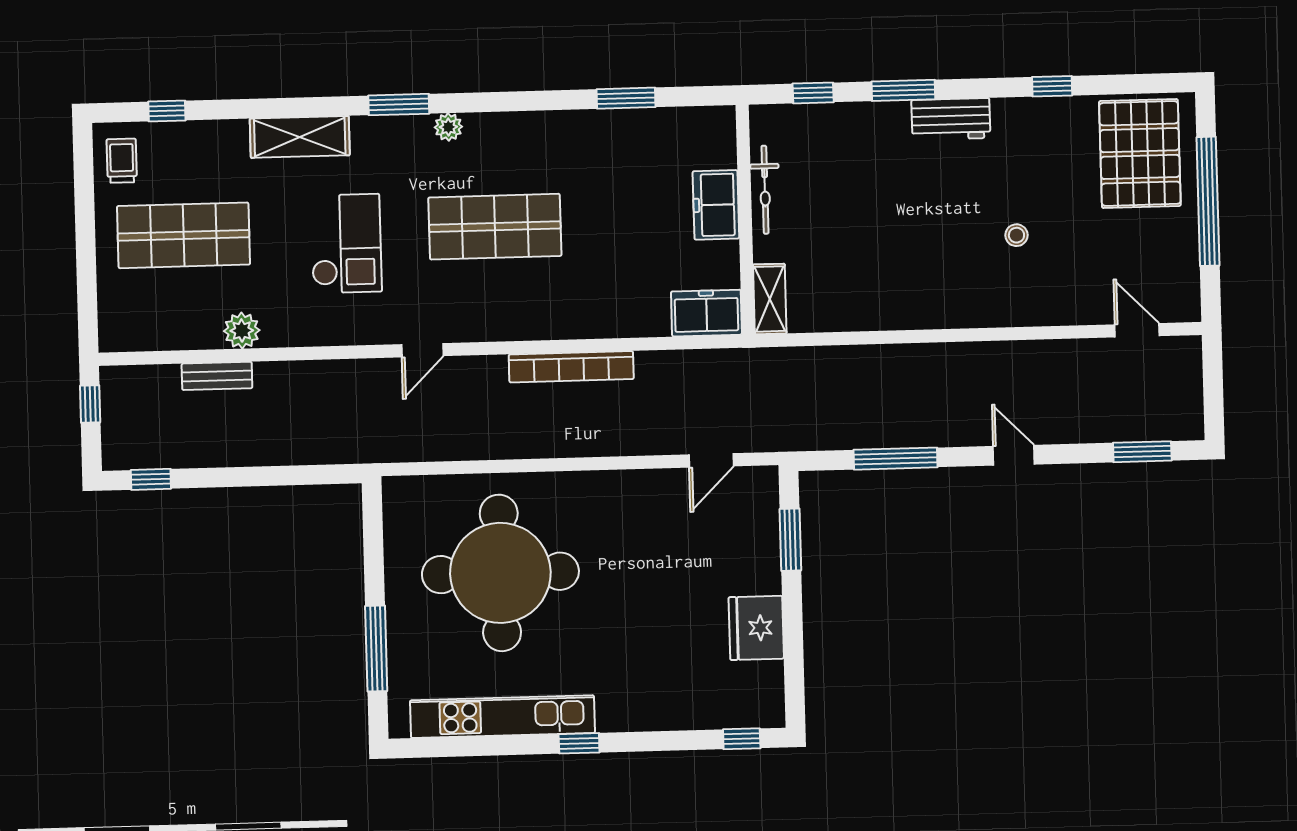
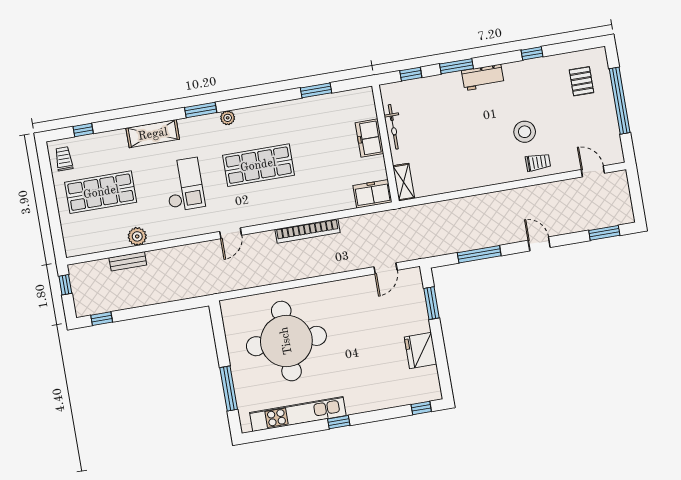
pallet: (1140, 153) -> (581, 81), width x0.49, depth x0.50
stool: (1016, 235) -> (525, 132), width x1.89, depth x1.89
trolley: (1034, 298) -> (538, 162), added

